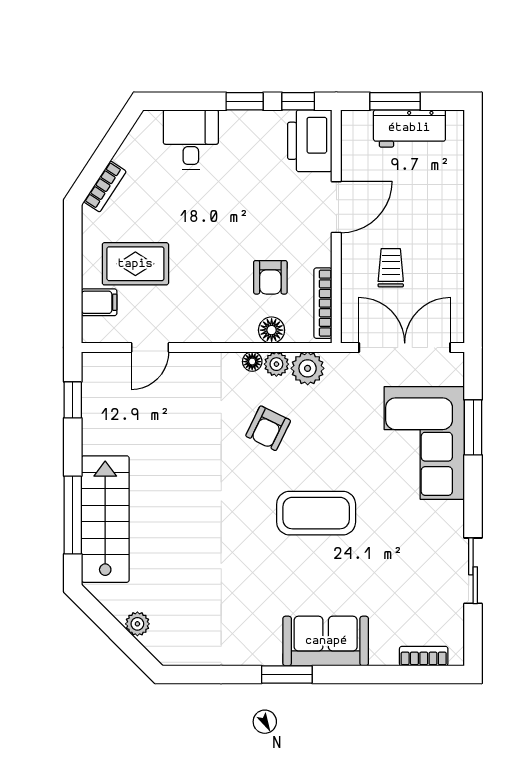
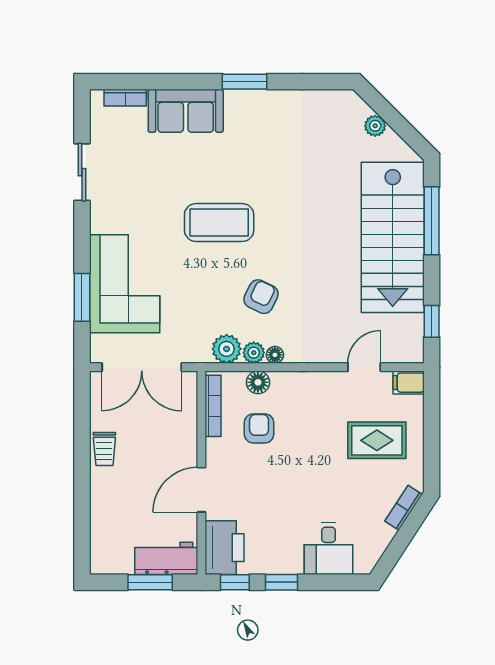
workbench: (409, 128) -> (166, 558), moved
trolley: (391, 268) -> (104, 449), moved
filing cabinet: (99, 302) -> (409, 383), moved
stairs: (105, 519) -> (393, 237), width x1.36, depth x1.51
sofa: (326, 641) -> (186, 111), moved

